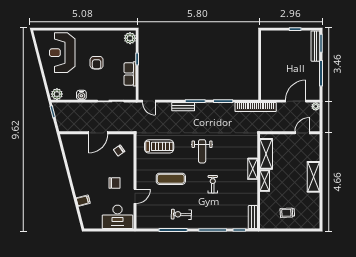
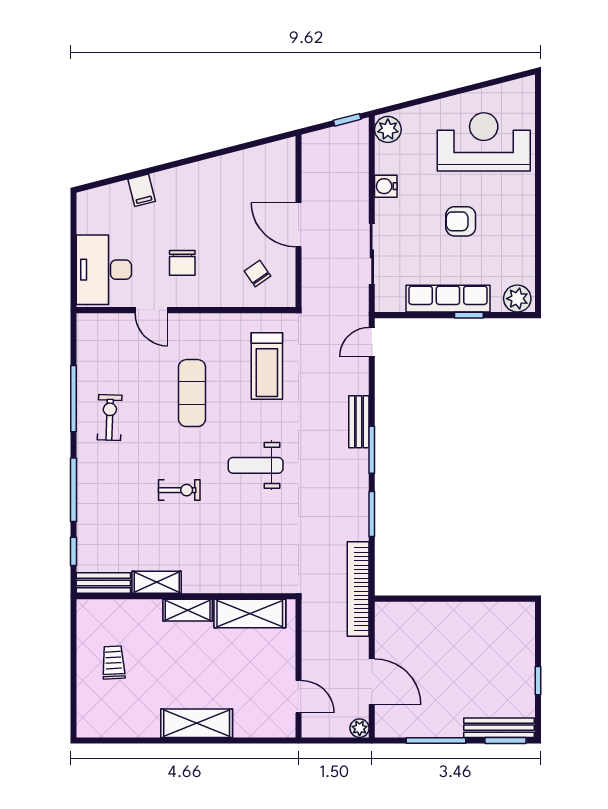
row of seats: (130, 74) -> (448, 299), width x1.48
shelving: (253, 169) -> (157, 582), moved

